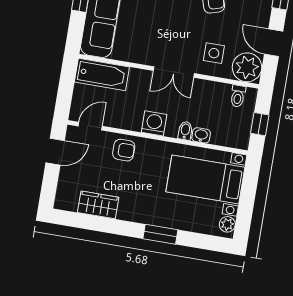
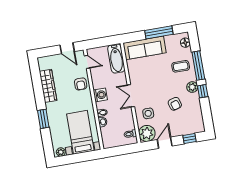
window: (260, 124) -> (119, 151), removed
wardrobe: (98, 205) -> (48, 86), width x1.50

